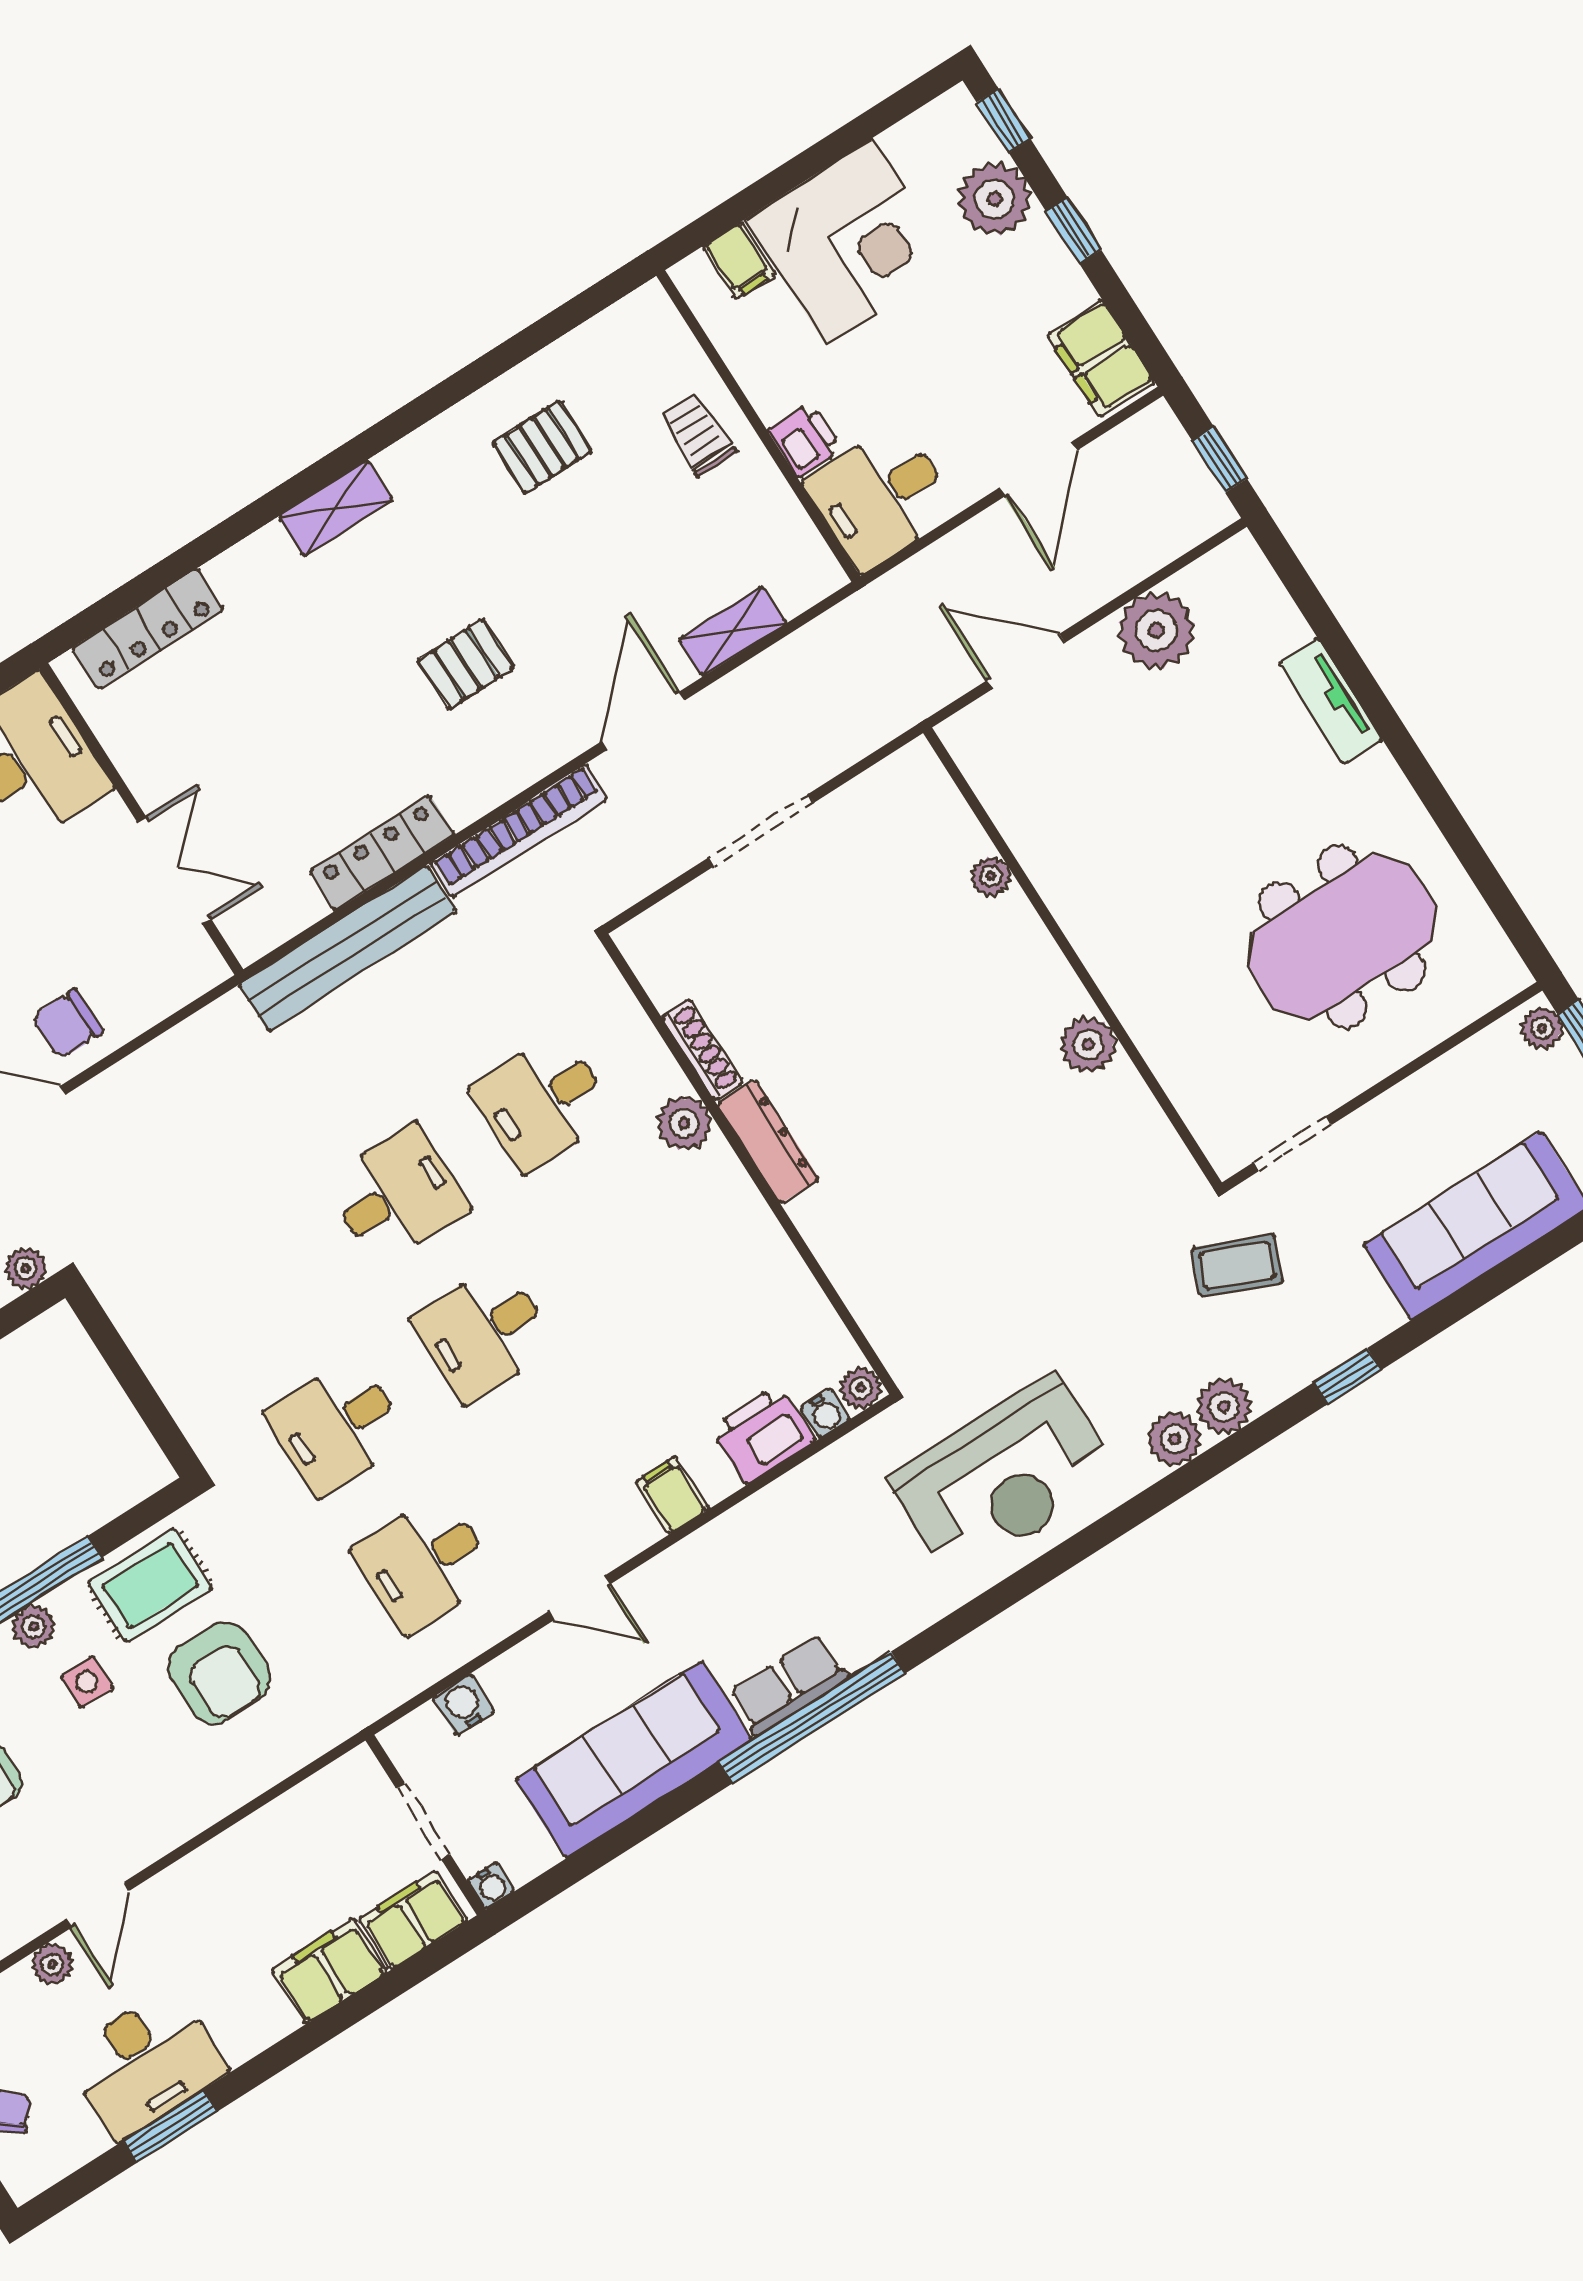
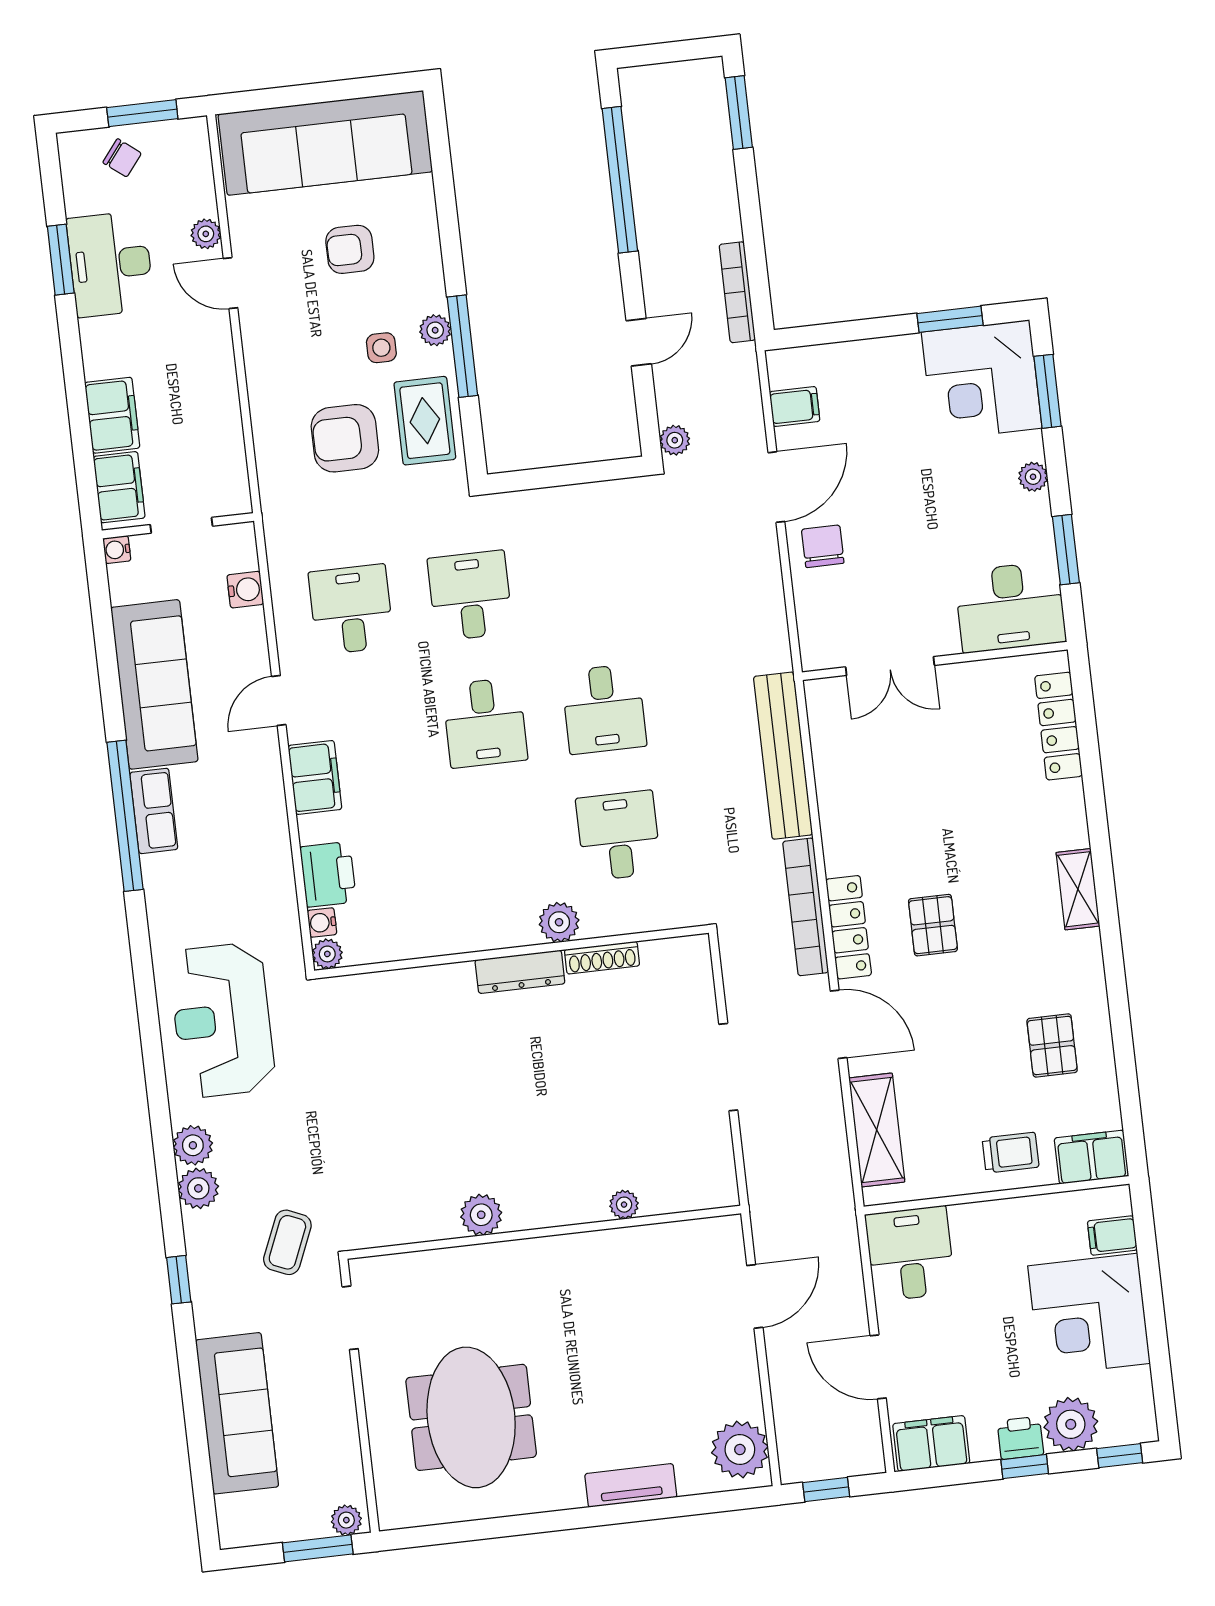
filing cabinet: (655, 333) -> (1091, 1157), added
printer: (805, 440) -> (1020, 1438), moved, turned 180
plant: (1157, 630) -> (740, 1449), moved
shelving: (733, 631) -> (877, 1130), width x1.50, depth x1.33
locker: (382, 853) -> (849, 927), moved
desk: (484, 1333) -> (485, 723), turned 180
filing cabinet: (672, 1495) -> (315, 777), width x2.00

